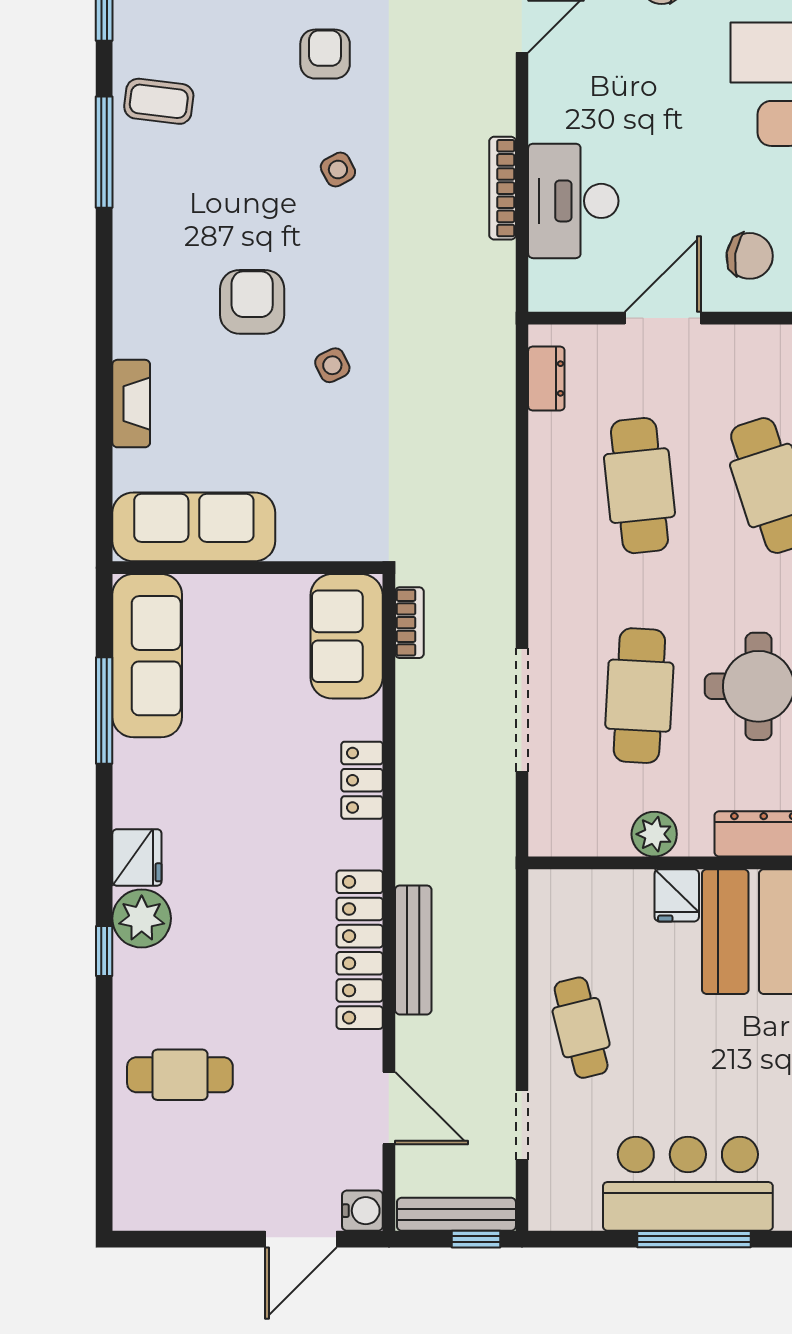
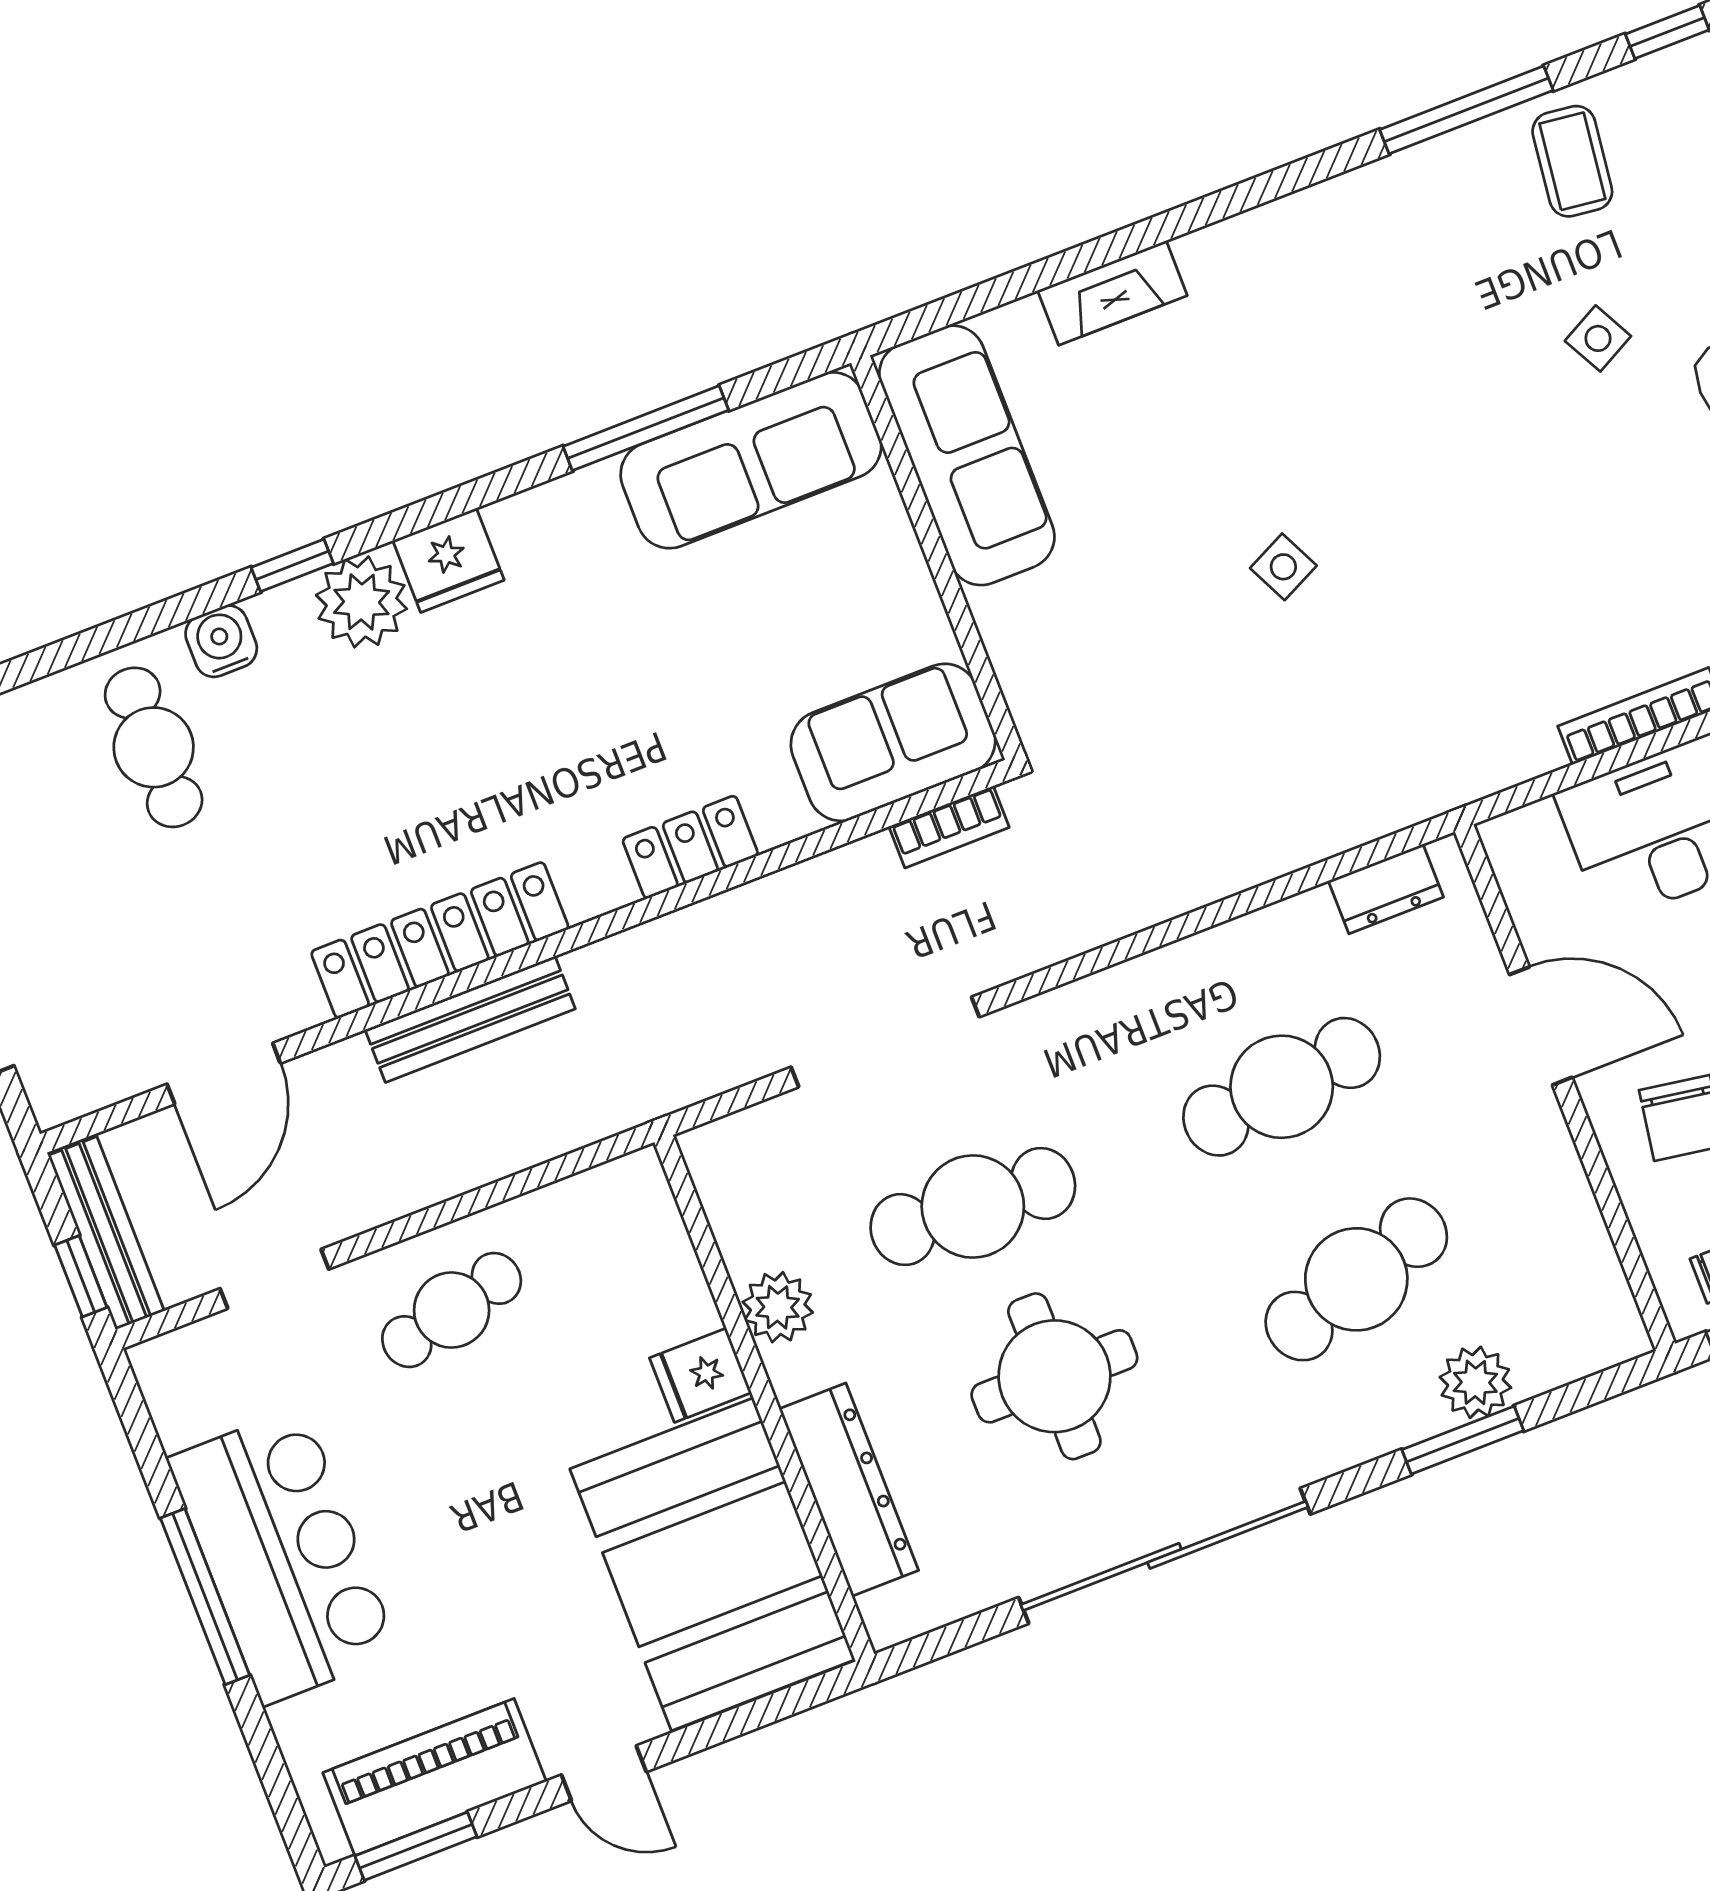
side table: (338, 170) -> (1598, 338), moved
armchair: (252, 302) -> (1331, 413), removed
water cooler: (362, 1211) -> (221, 641), moved, turned 180

